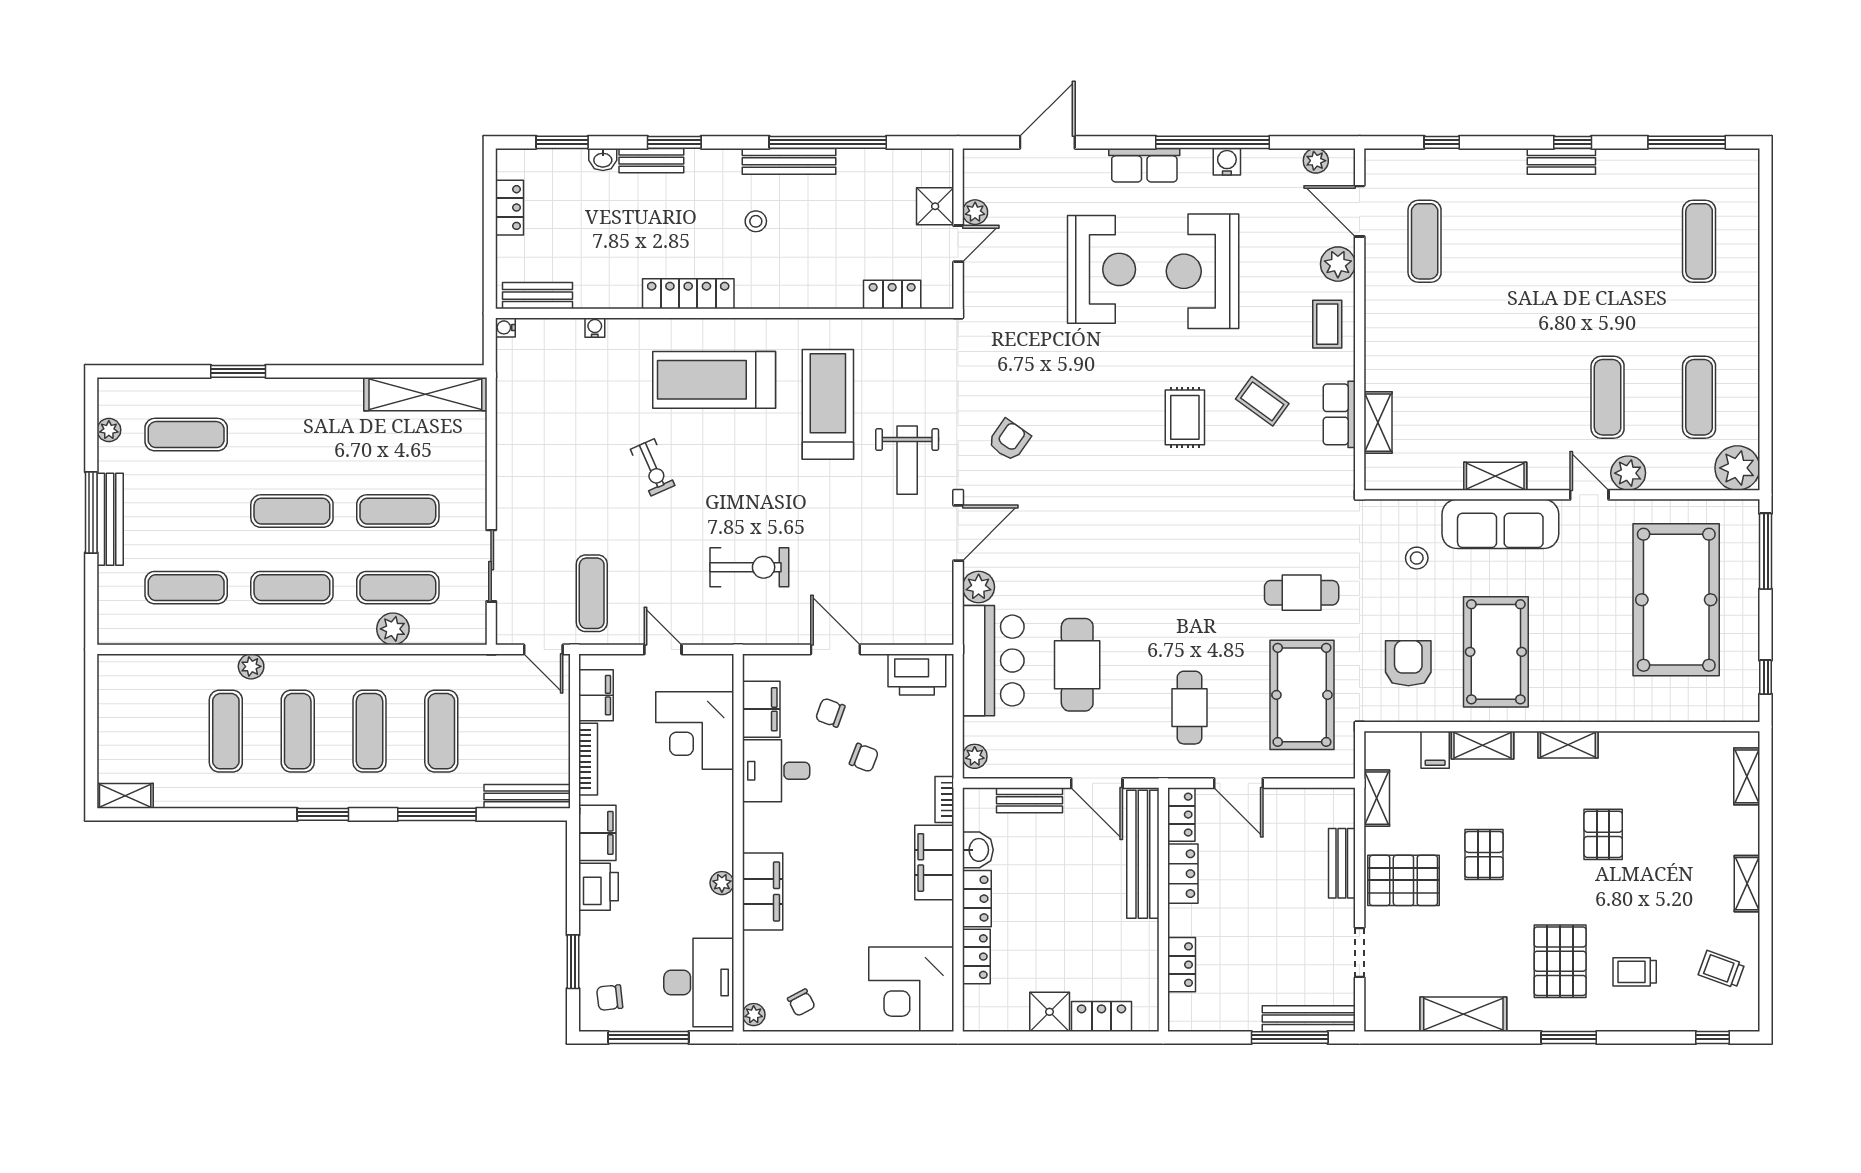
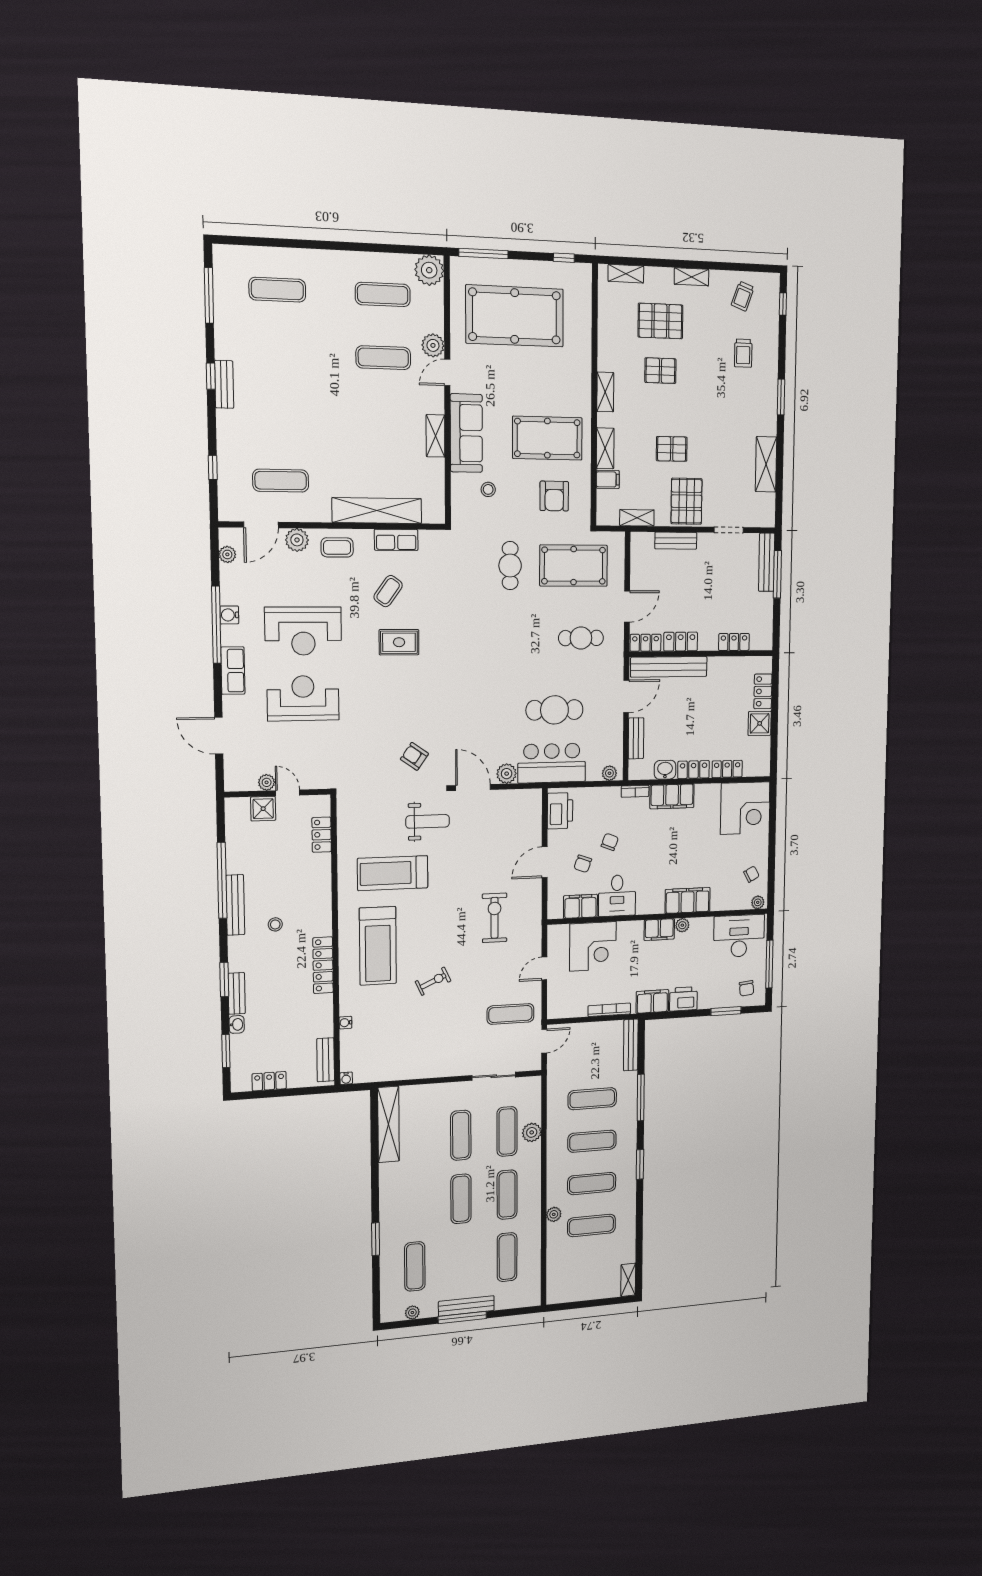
shelving: (1378, 423) -> (377, 511), width x2.20, depth x1.33
armchair: (1408, 663) -> (554, 496), turned -90
filing cabinet: (596, 695) -> (659, 930), moved, turned 180
pallet: (1560, 961) -> (660, 321), moved

